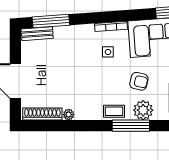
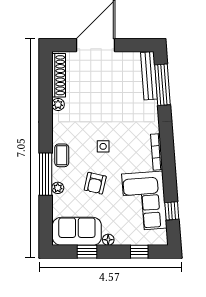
bench: (37, 34) -> (149, 76), width x1.36
side table: (108, 52) -> (103, 146), moved
plant: (143, 110) -> (58, 188), width x0.53, depth x0.53

